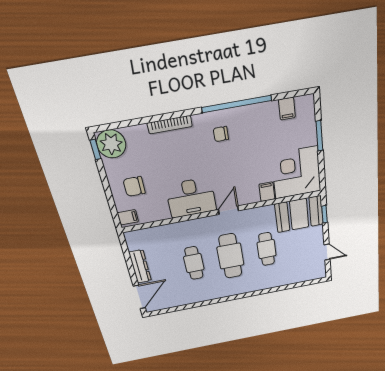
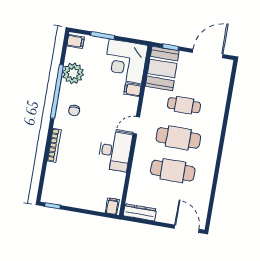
filing cabinet: (287, 109) -> (76, 41), moved
plant: (111, 144) -> (73, 73), moved
chair: (134, 186) -> (90, 190), removed
door: (228, 210) -> (136, 125), hinge flipped
door: (327, 252) -> (208, 53), width x1.87
cafe table: (194, 263) -> (173, 171), width x1.37, depth x1.35
dresser: (140, 267) -> (140, 212), moved

